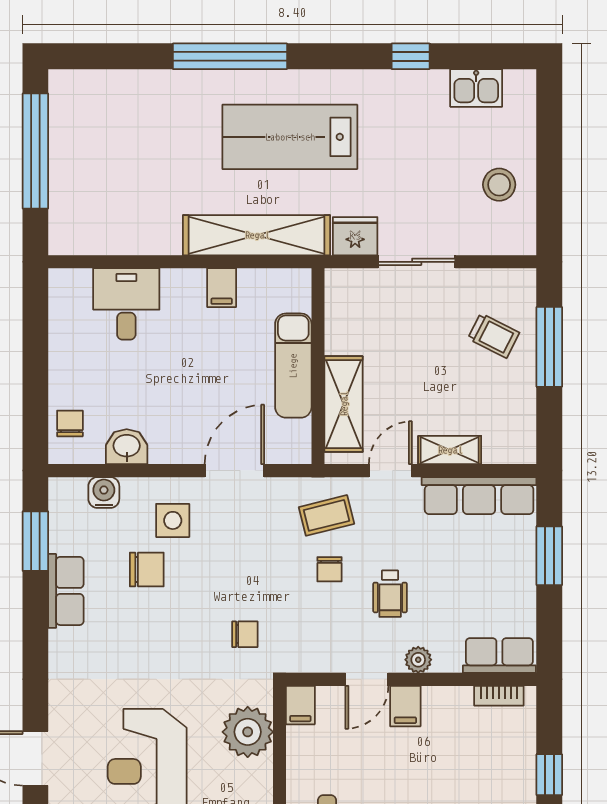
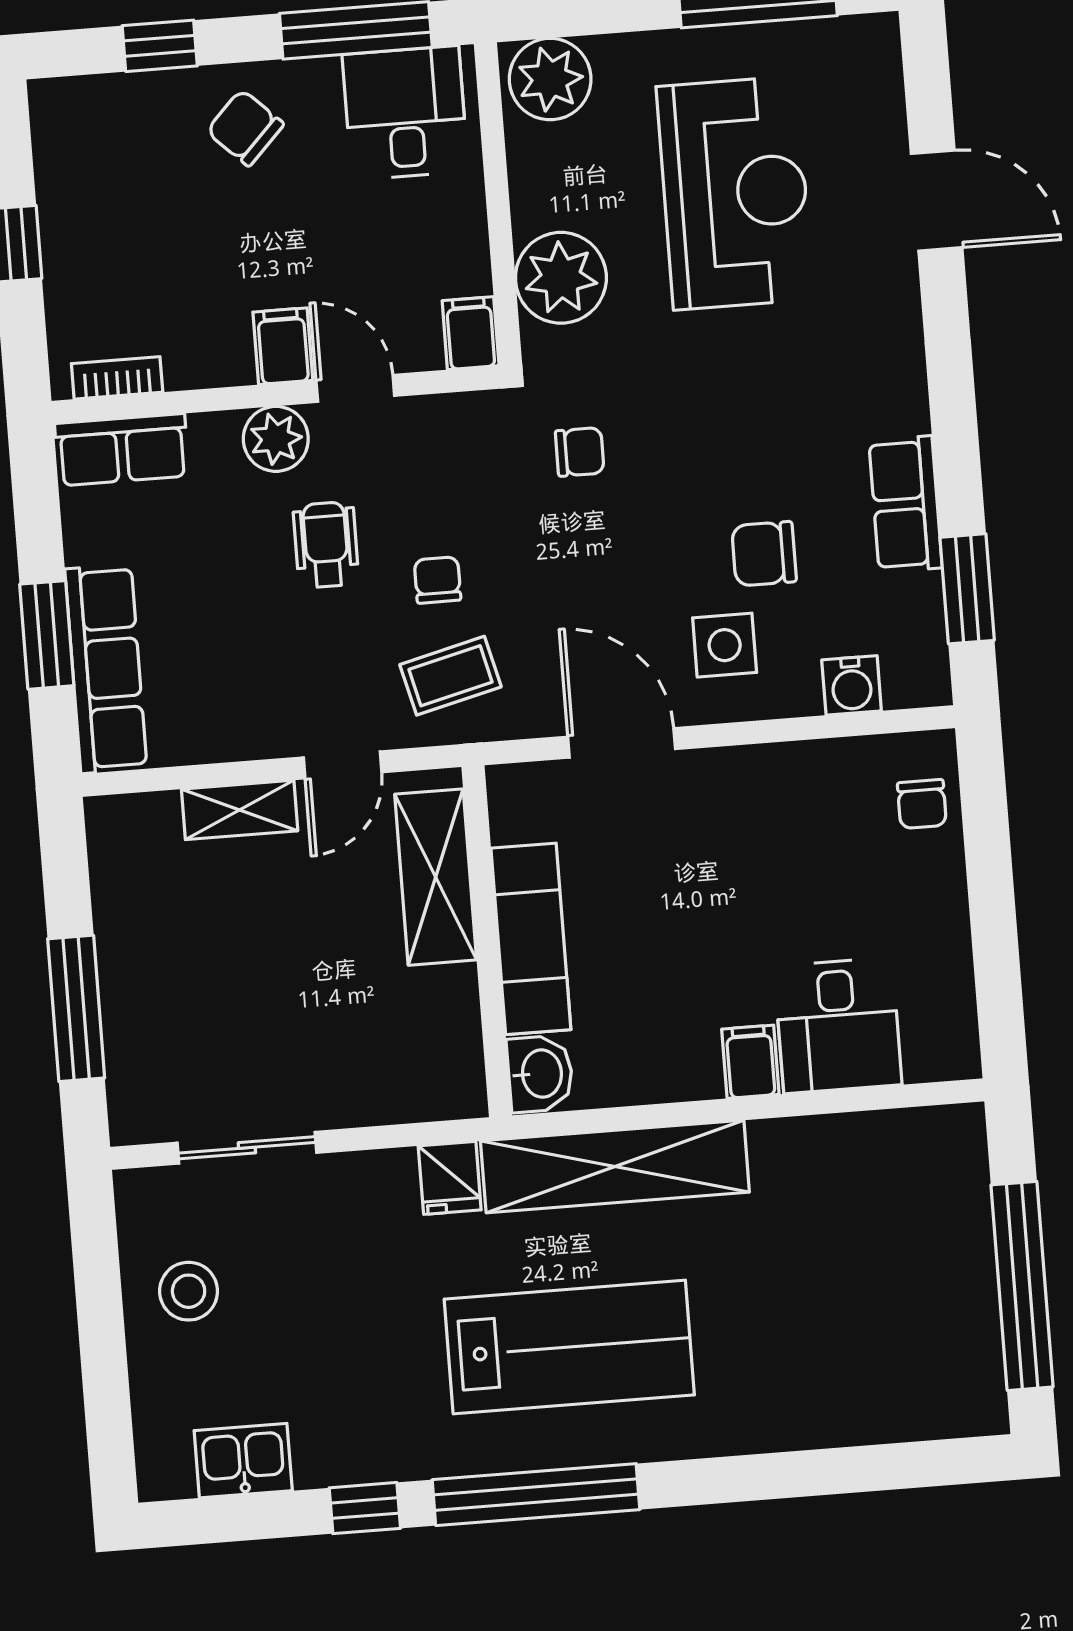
window: (230, 56) -> (536, 1495), moved
fridge: (355, 236) -> (450, 1178), width x0.72
sliding door: (417, 262) -> (247, 1148), moved
filing cabinet: (222, 288) -> (750, 1062), moved
trolley: (494, 336) -> (177, 1021), removed
washbasin: (127, 447) -> (540, 1074), moved, turned -90
door: (234, 471) -> (622, 743), swing flipped
row of seats: (479, 496) -> (106, 669), moved, turned 90
chair: (245, 634) -> (580, 452), turned 180
plant: (418, 660) -> (276, 439), width x1.38, depth x1.38
door: (367, 679) -> (355, 388), hinge flipped

